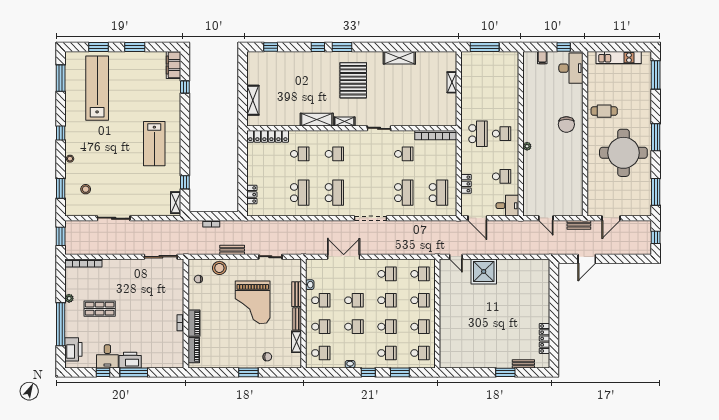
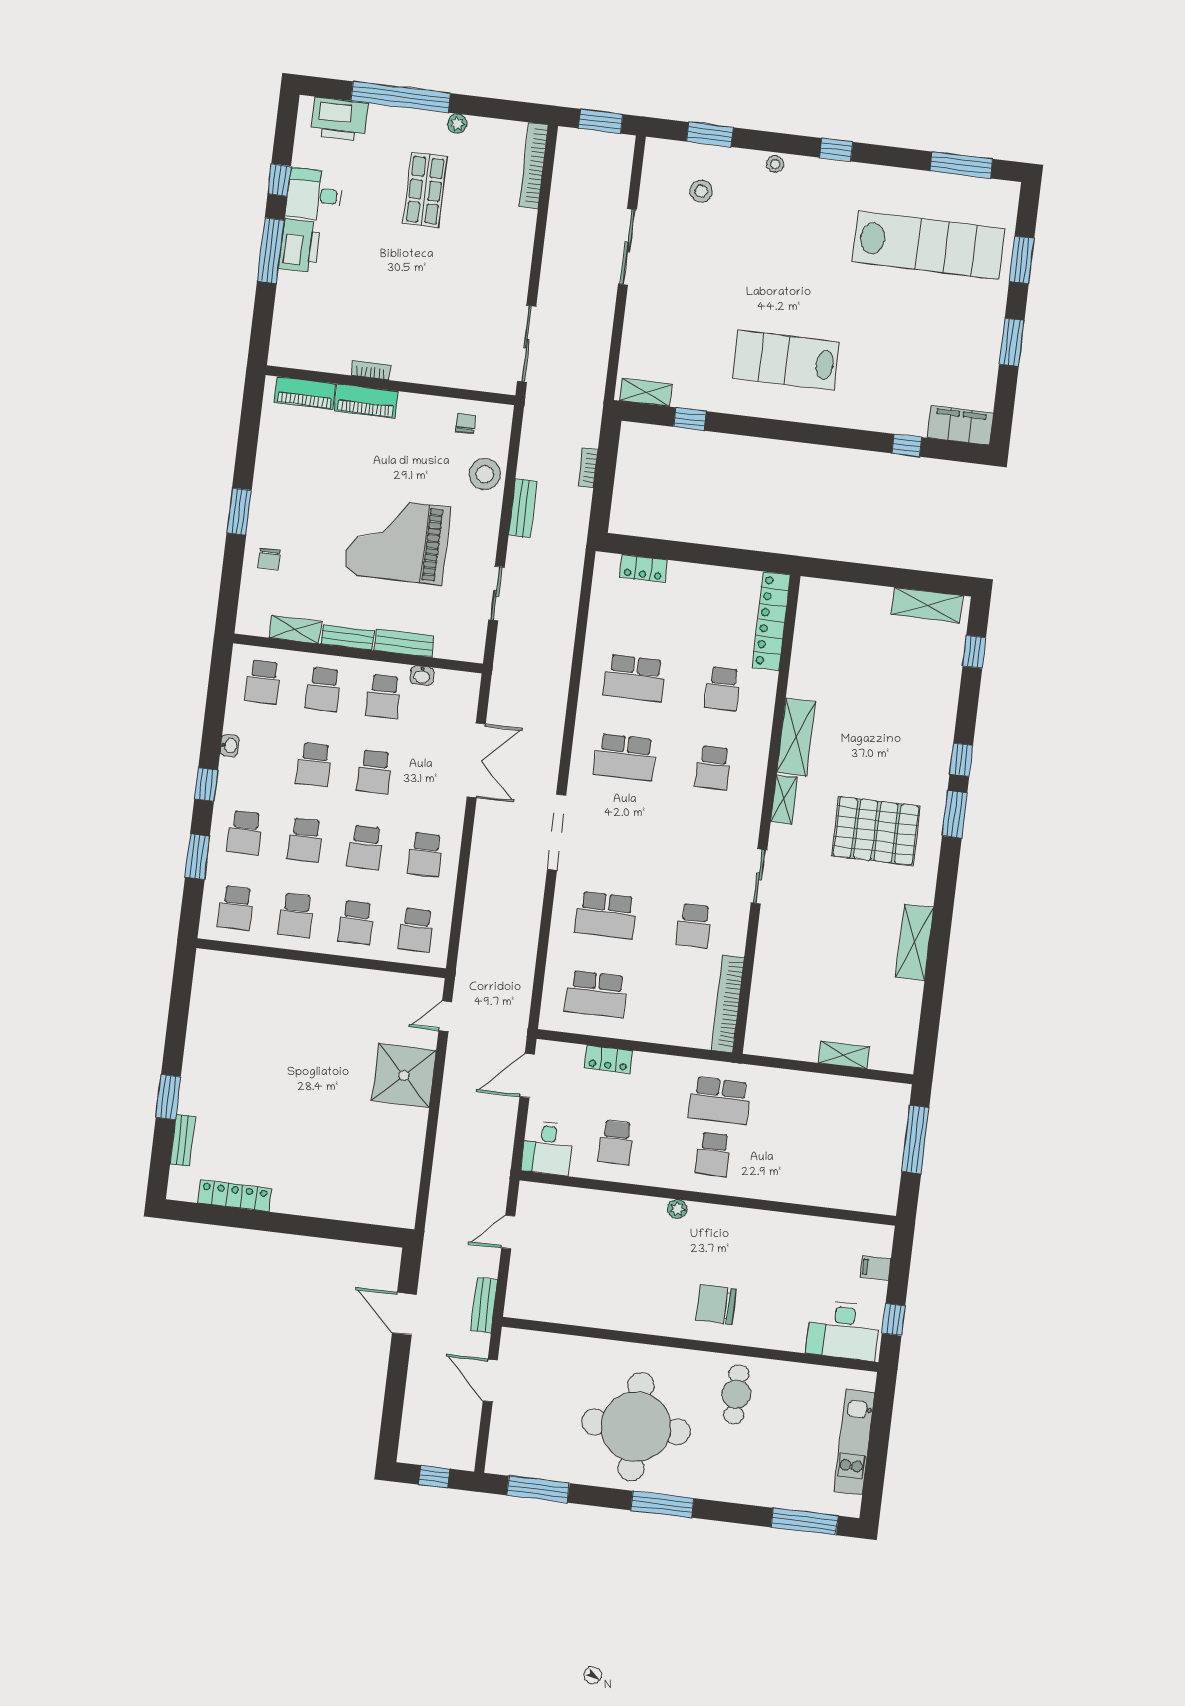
shelving: (253, 100) -> (927, 605), moved

